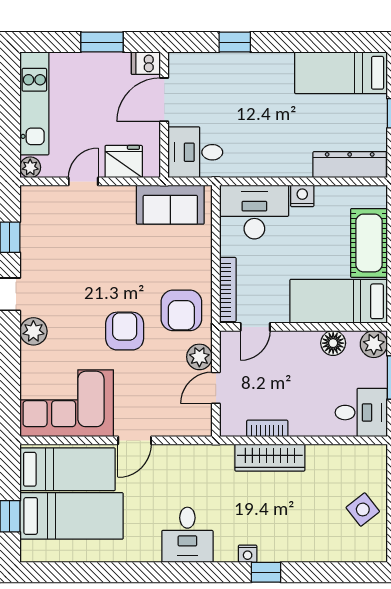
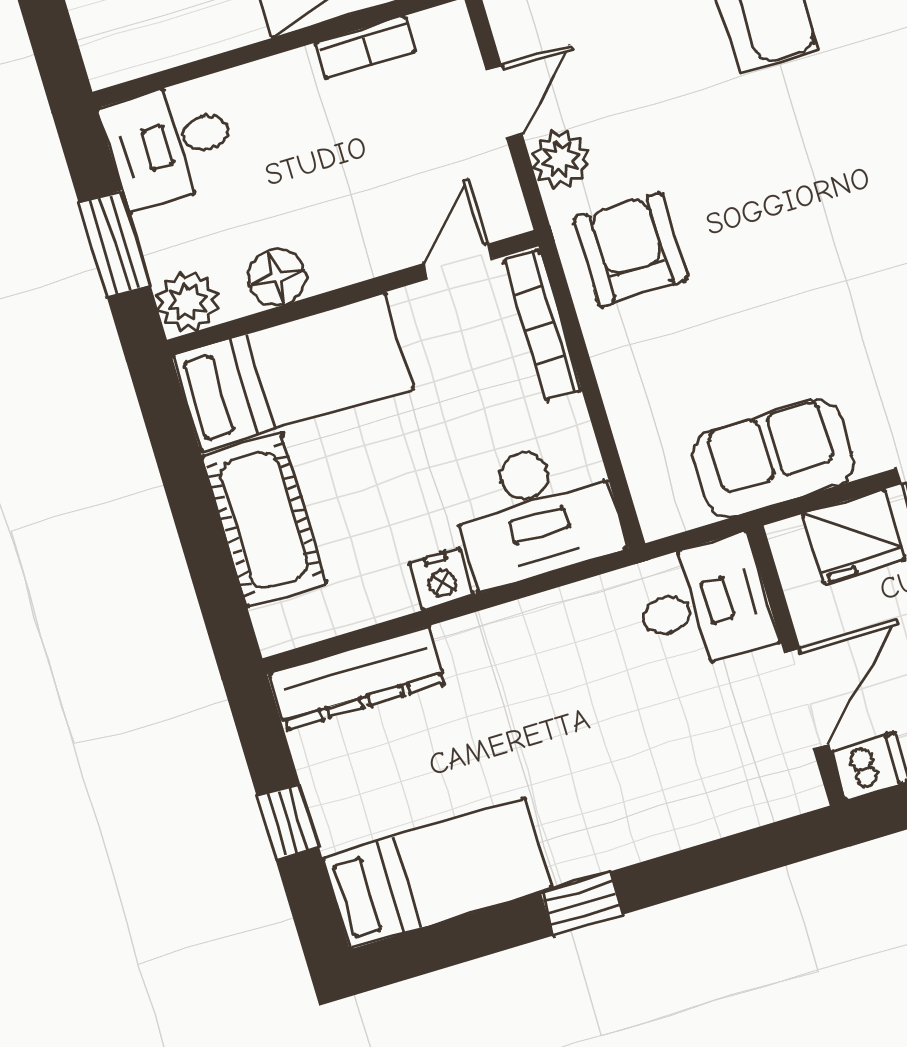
window: (235, 42) -> (582, 904), moved
sofa: (170, 205) -> (774, 458), moved
armchair: (125, 331) -> (741, 167), removed

